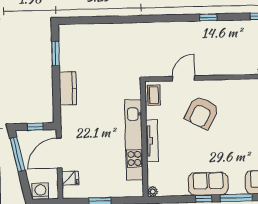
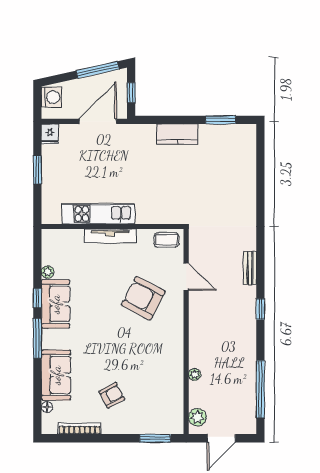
bench: (175, 27) -> (250, 268), added
kitchen unit: (134, 140) -> (98, 214), width x0.73
door: (59, 153) -> (98, 121), hinge flipped
fridge: (70, 178) -> (50, 134), moved
plant: (153, 192) -> (48, 272), moved

